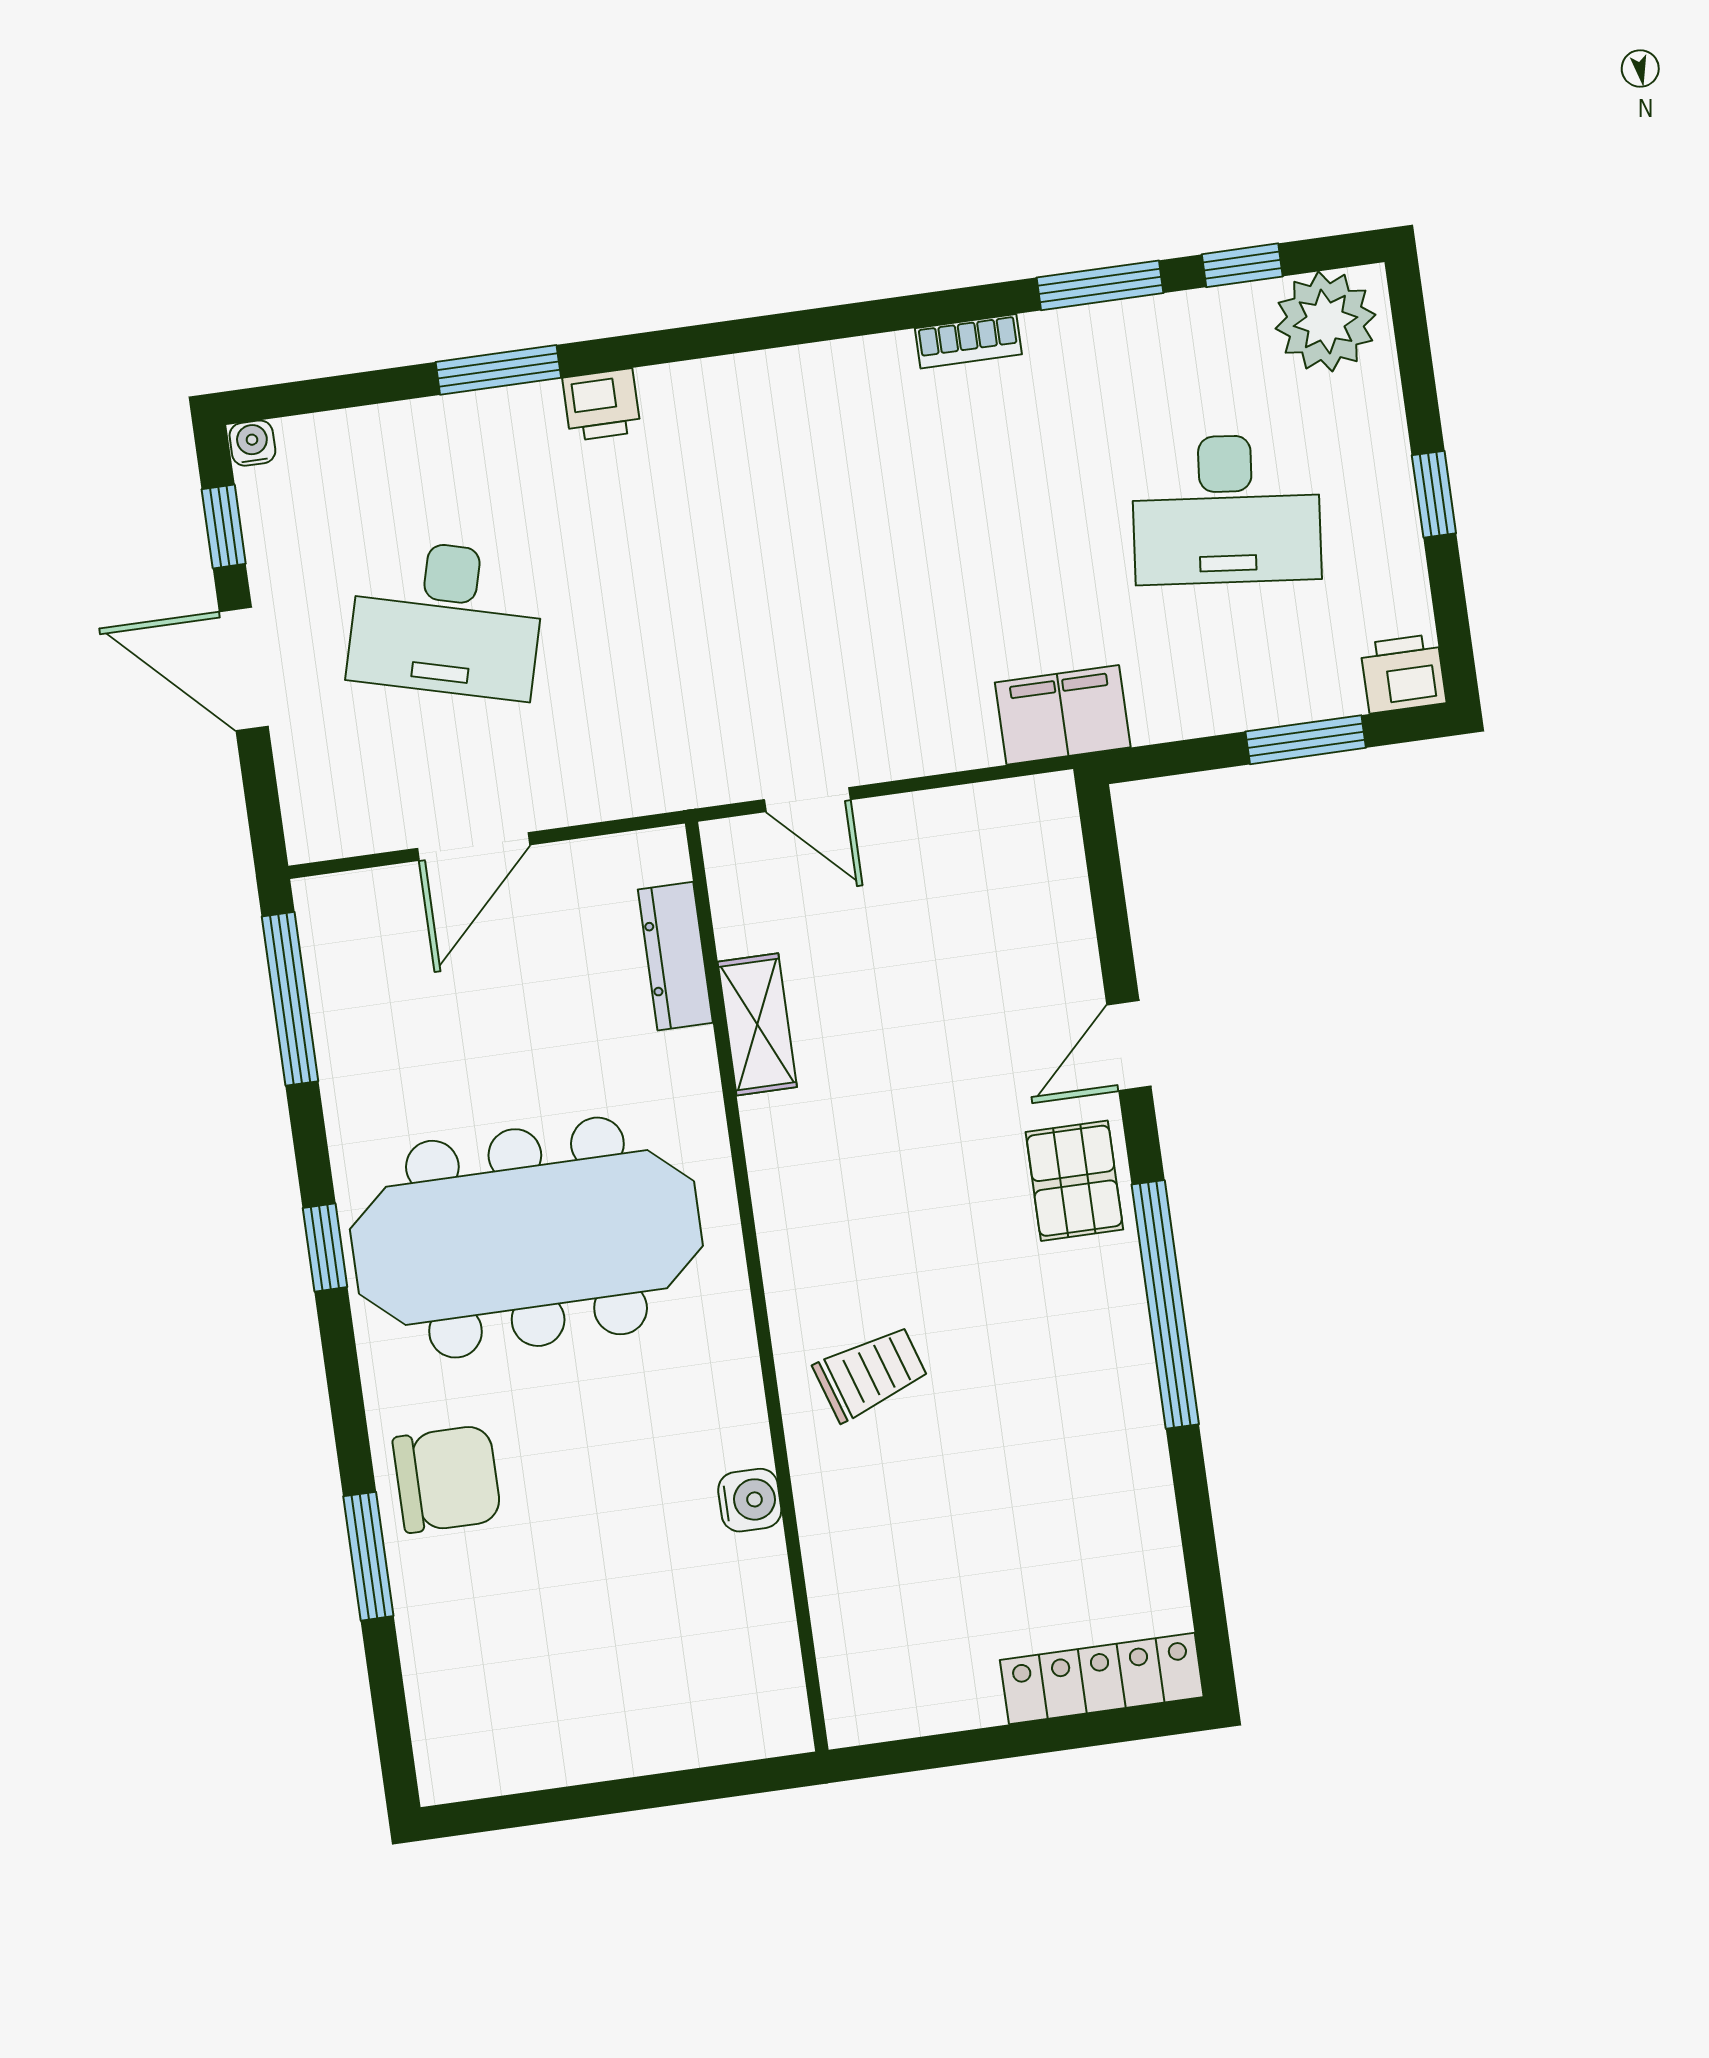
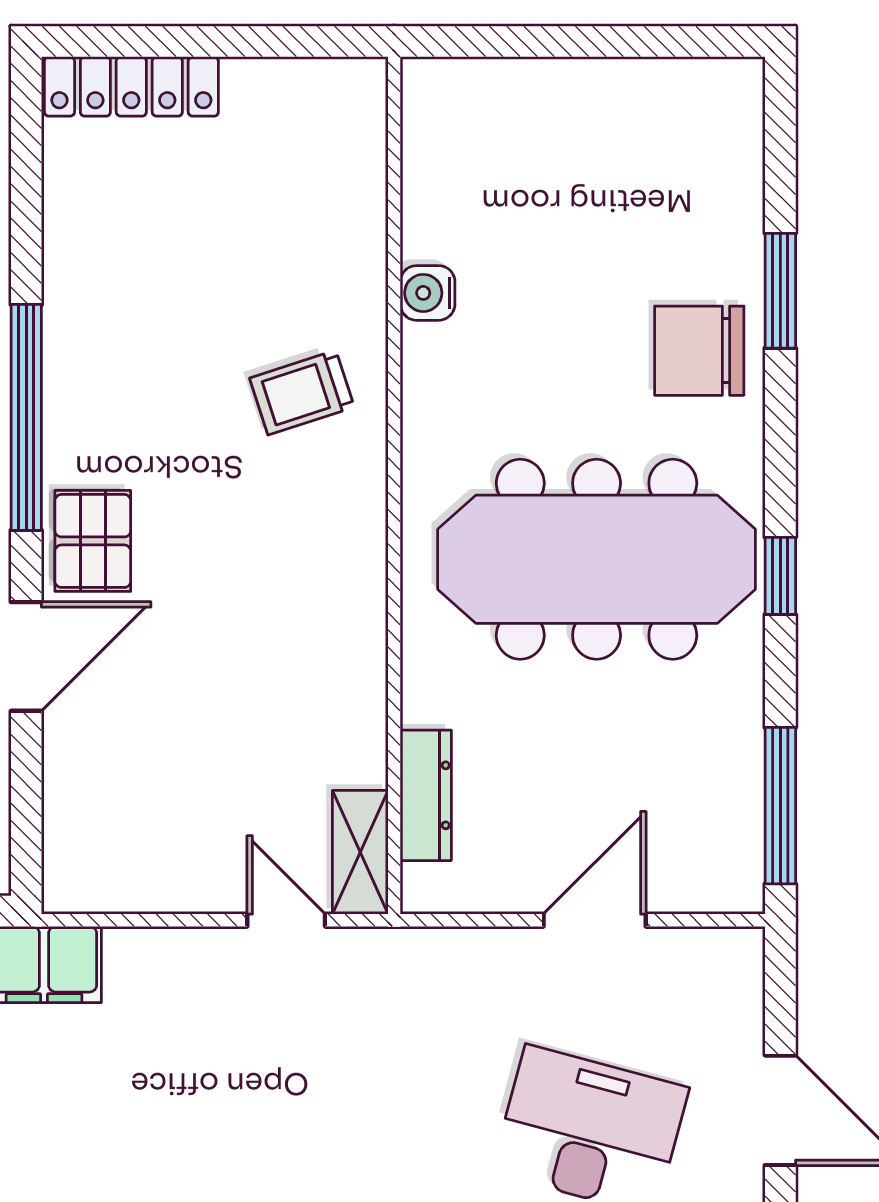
shelving: (757, 1024) -> (360, 852), moved
door: (1129, 1046) -> (26, 656), width x1.38

